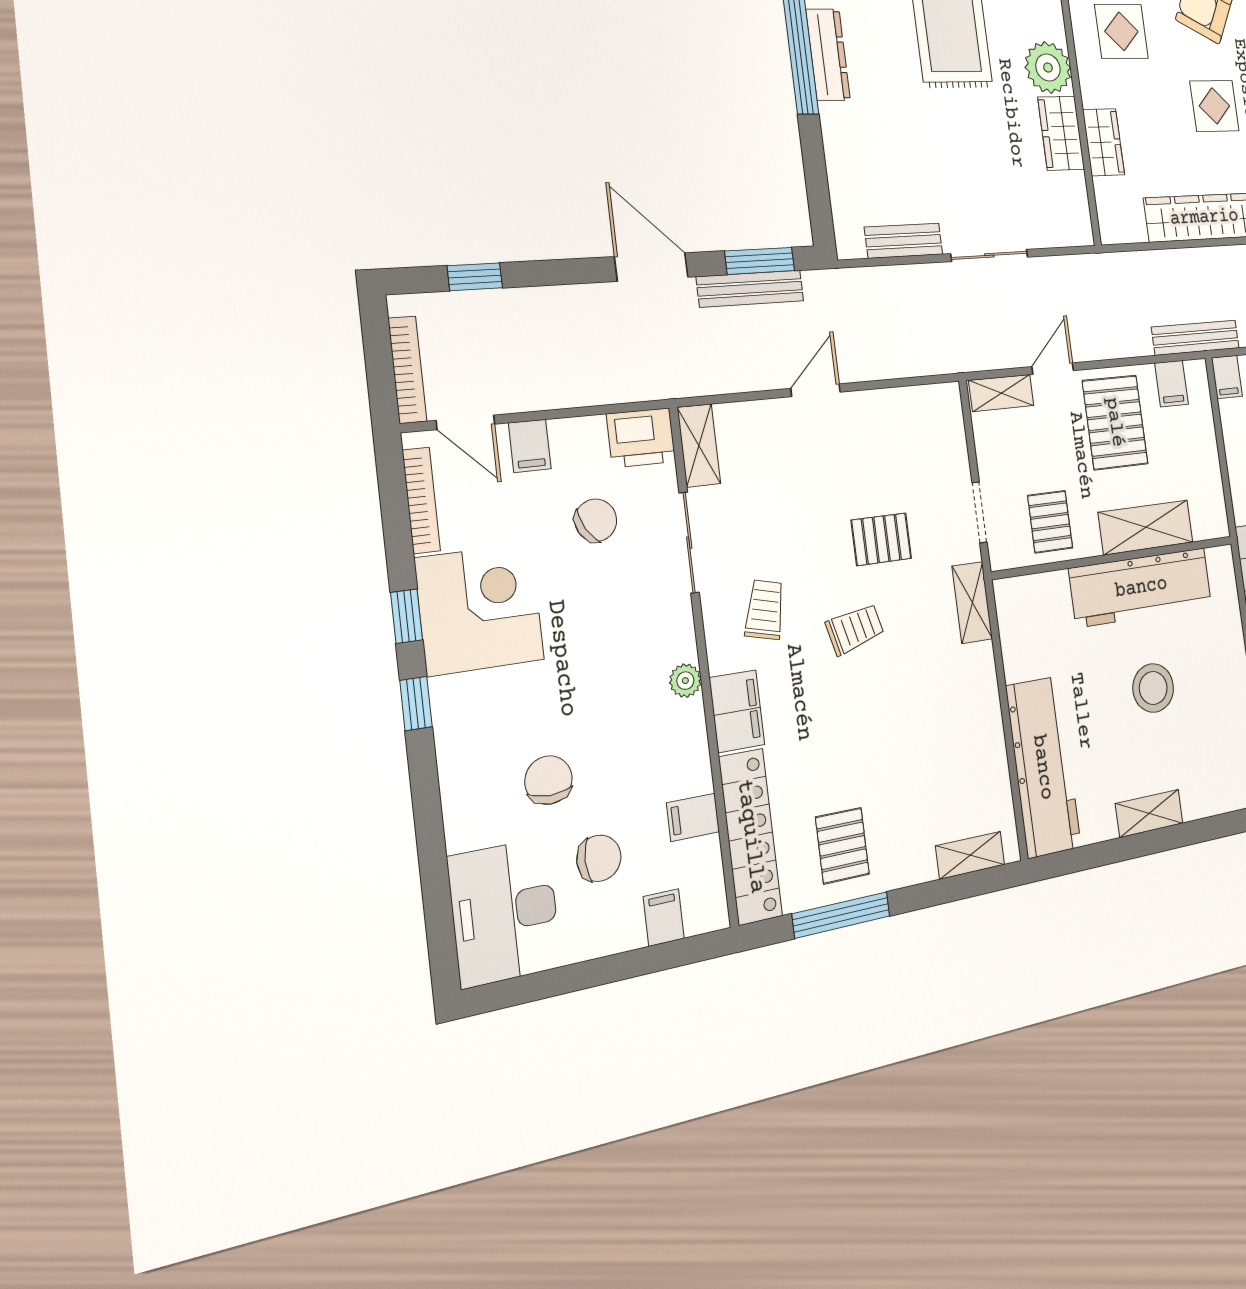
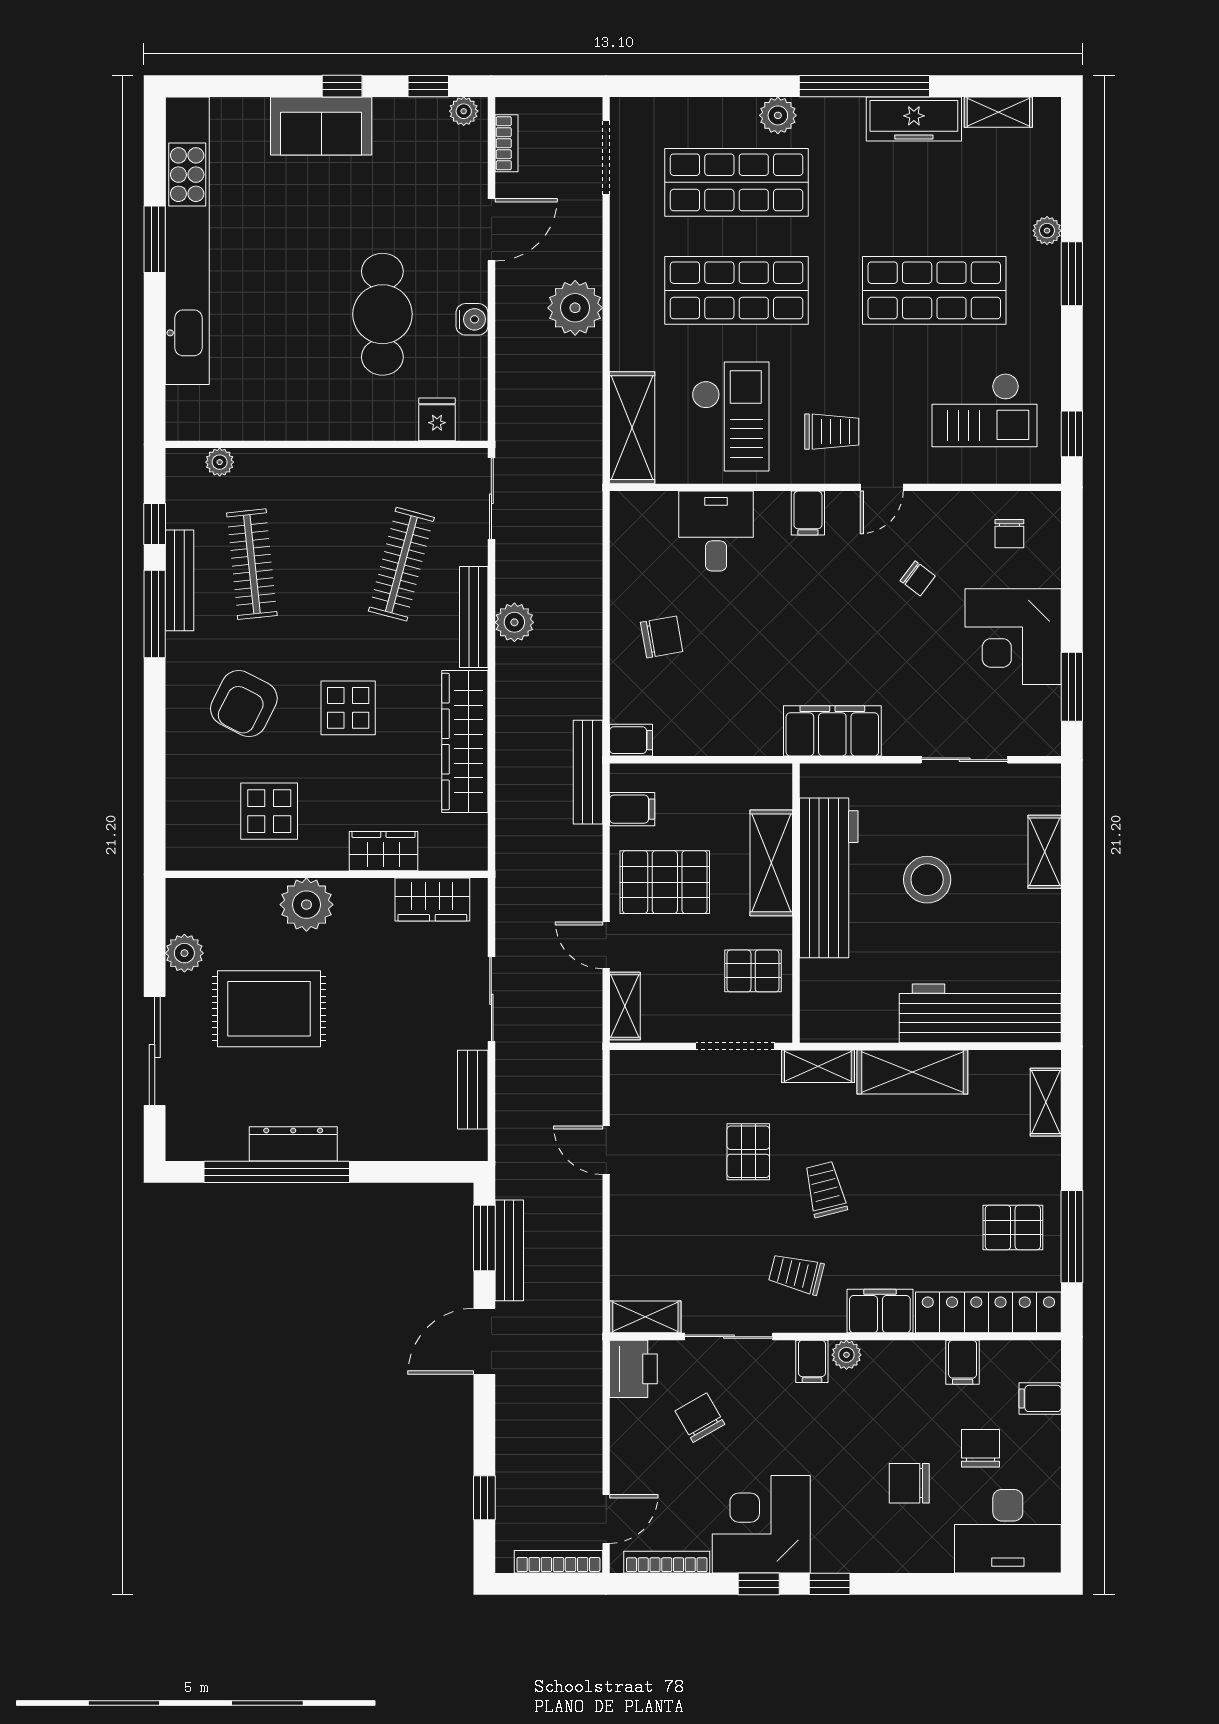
wardrobe: (1061, 133) -> (432, 900), moved
door: (816, 390) -> (606, 1150), moved
filing cabinet: (530, 446) -> (812, 1361), moved, turned 90
doorway: (980, 512) -> (735, 1046), width x1.38
shelving: (980, 705) -> (912, 1072), added
shelving: (1149, 813) -> (1045, 852), moved

